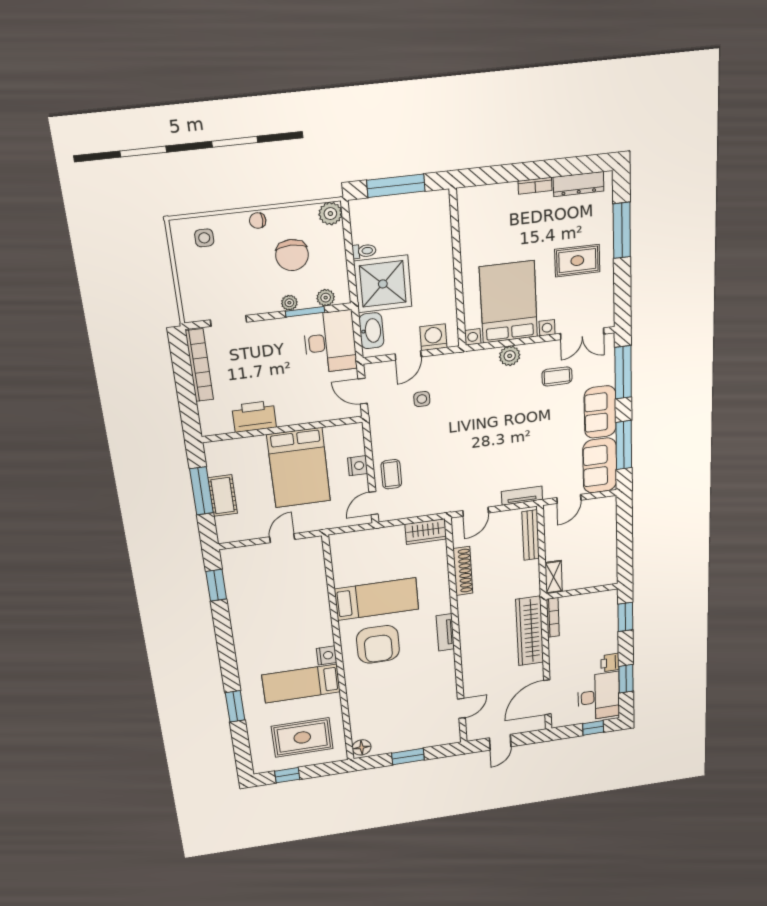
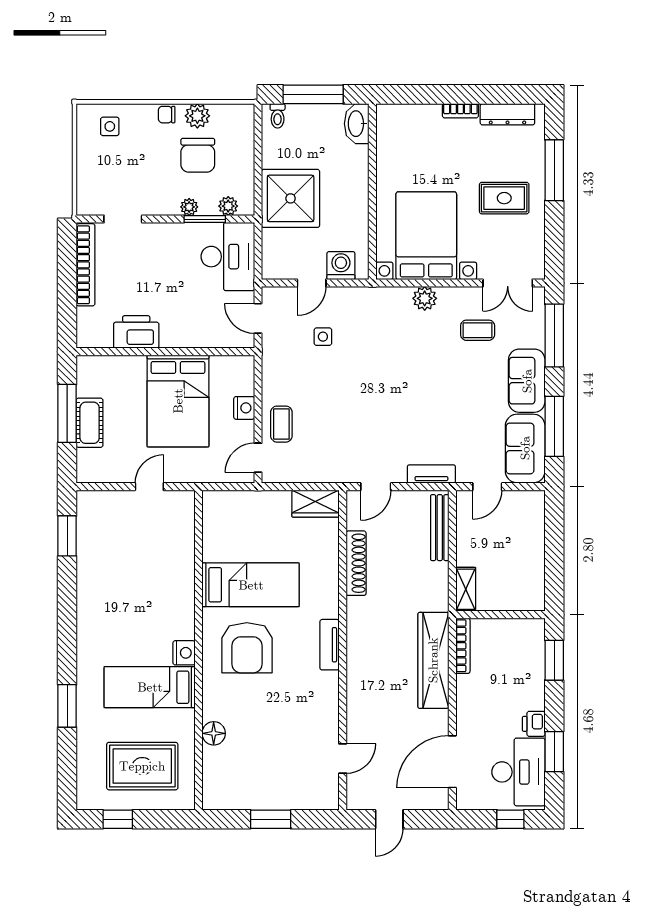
plant: (330, 214) -> (197, 116), moved
toilet: (364, 251) -> (278, 116), moved, turned 90
washbasin: (371, 331) -> (357, 124), moved, turned 180
floor lamp: (362, 747) -> (214, 733), moved

